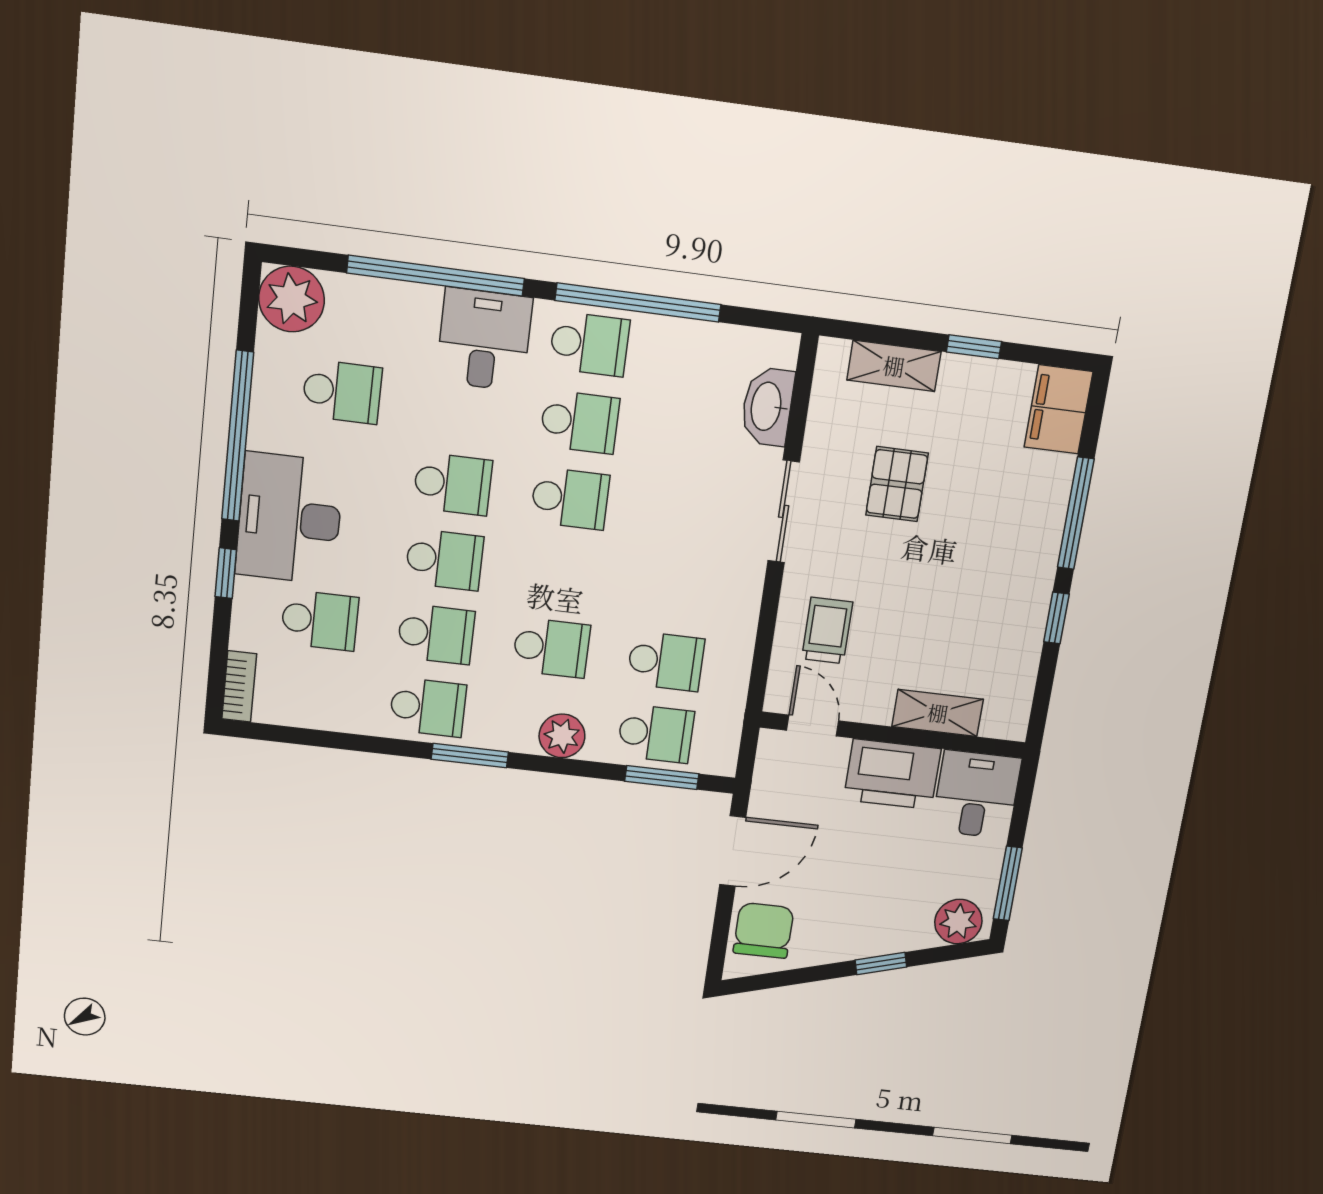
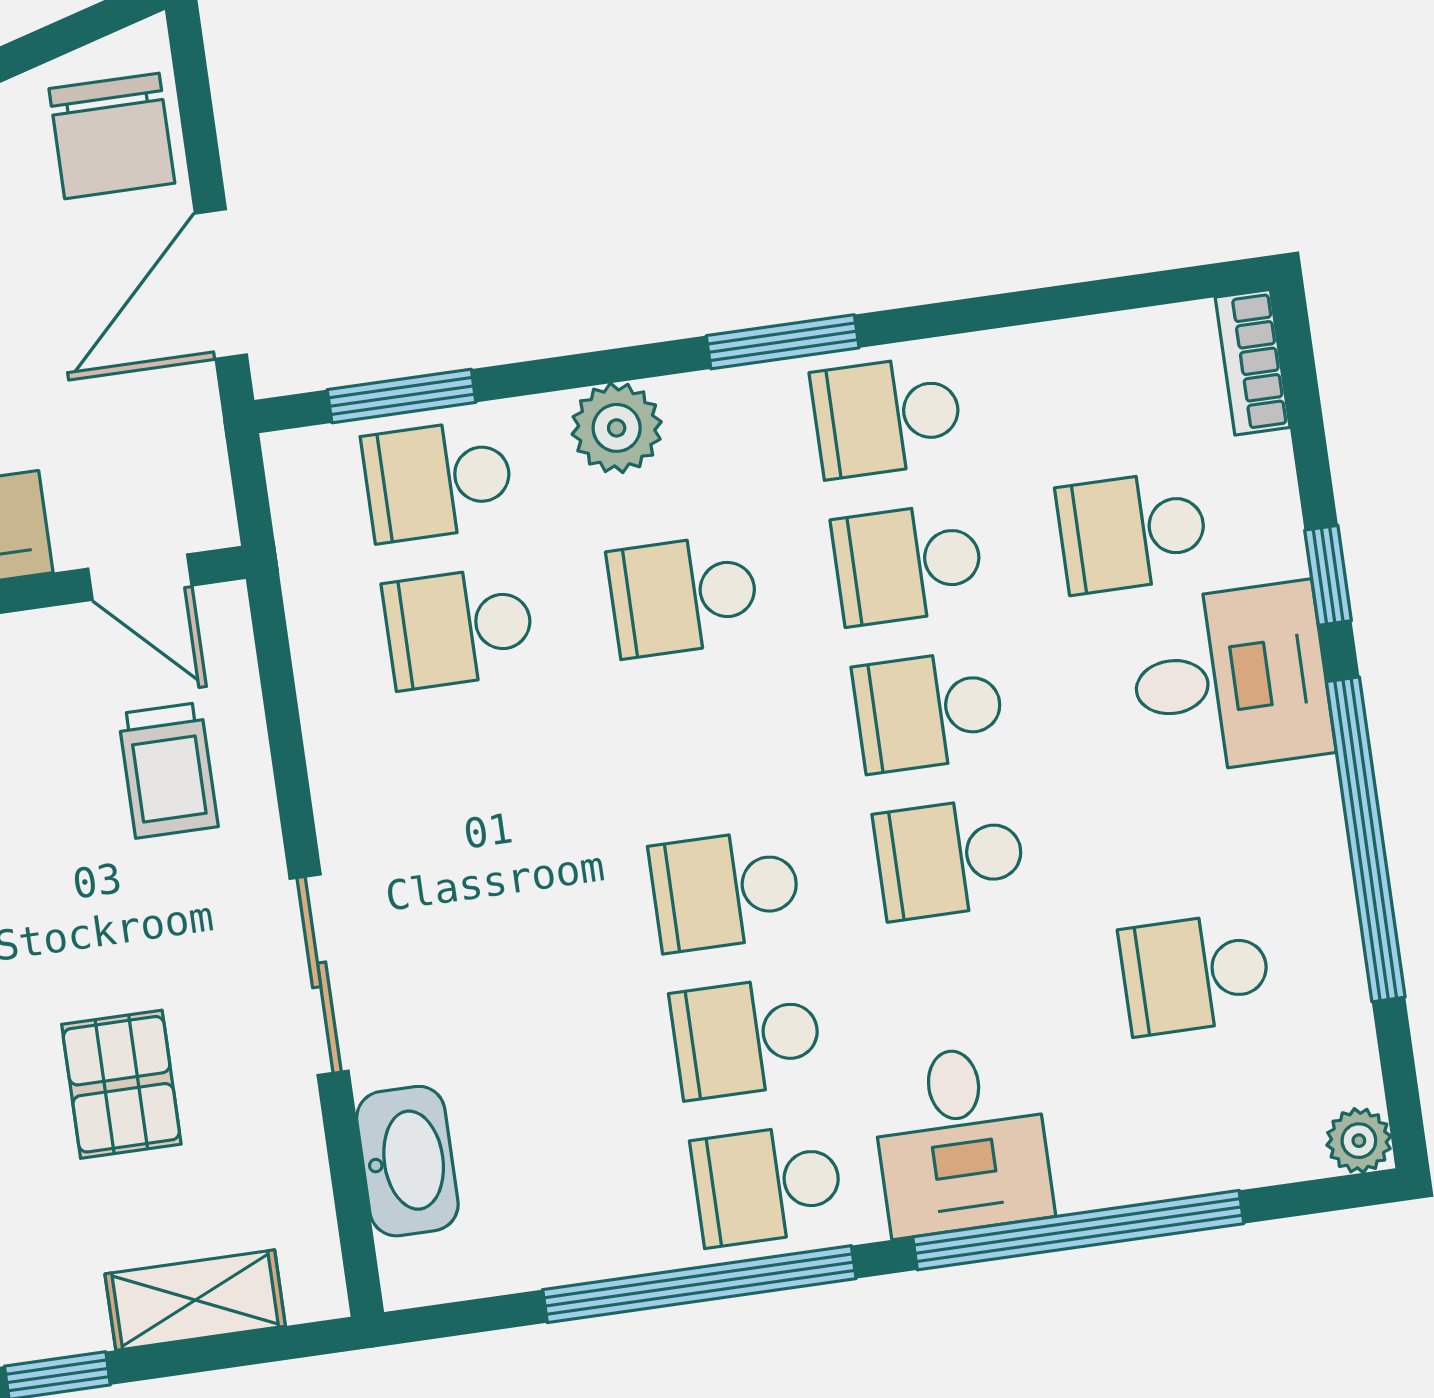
plant: (292, 299) -> (1359, 1141), width x0.53, depth x0.53
desk: (289, 519) -> (1230, 679), width x0.73

